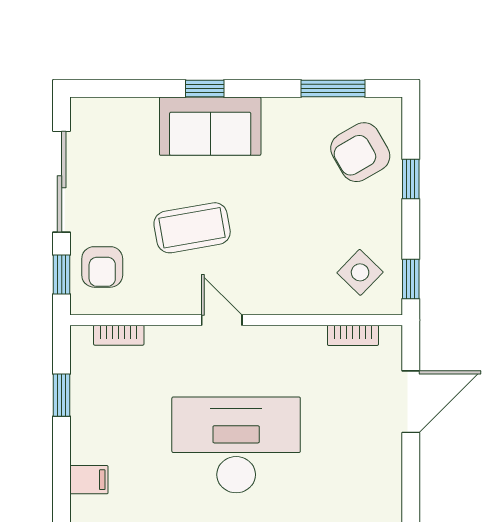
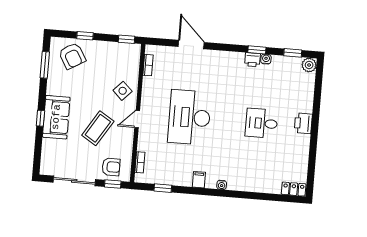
coffee table: (192, 228) -> (98, 128), turned 42
side table: (360, 272) -> (123, 91), moved
door: (411, 402) -> (191, 45), moved

